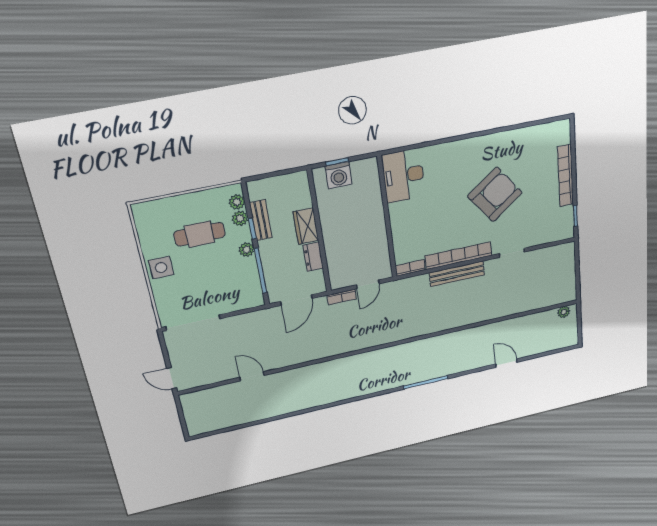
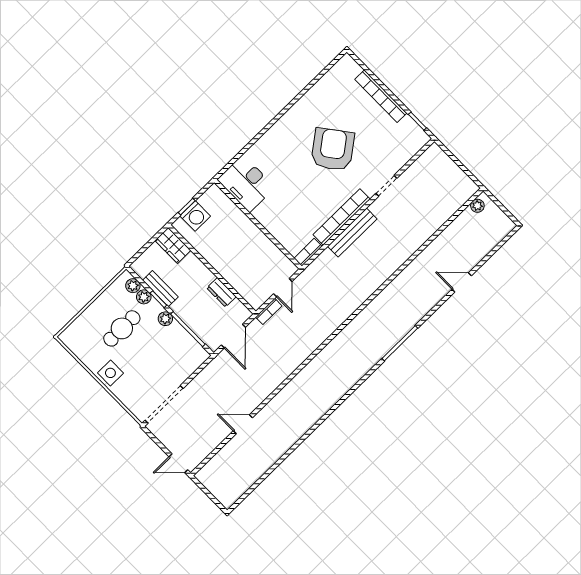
wardrobe: (306, 226) -> (173, 245), moved

